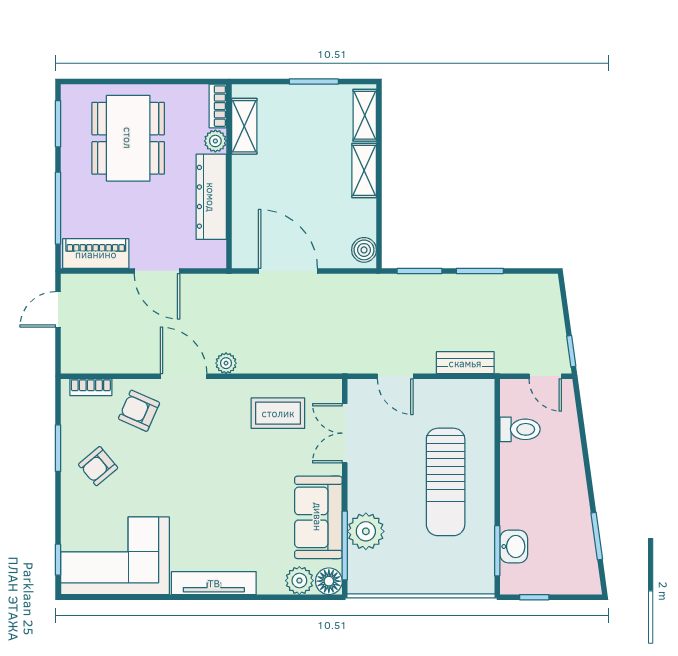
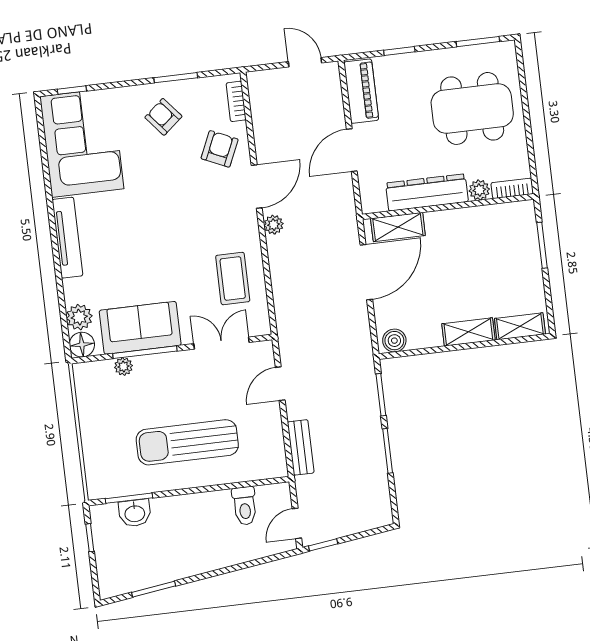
window: (314, 82) -> (542, 245), moved
shelving: (244, 126) -> (398, 227), moved
window: (58, 208) -> (399, 51), width x0.46
plant: (366, 531) -> (123, 366), width x0.53, depth x0.53
window: (345, 546) -> (145, 352), moved

